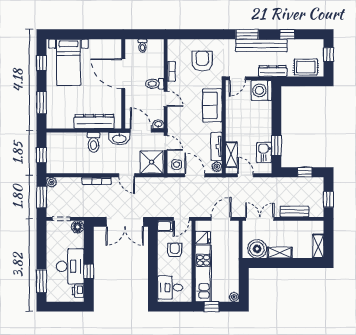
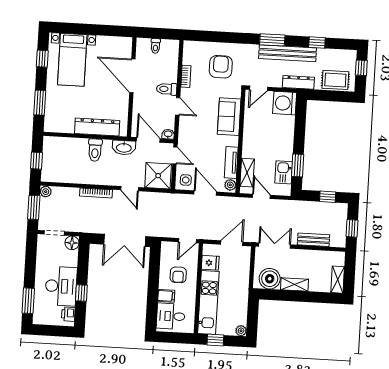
filing cabinet: (165, 226) -> (166, 296), moved
armchair: (175, 250) -> (178, 275), turned 180

